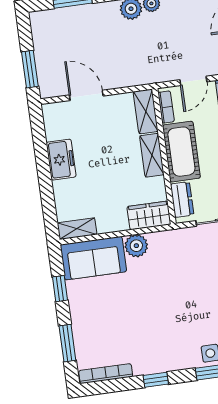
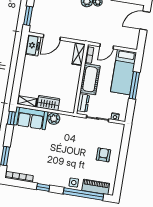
door: (86, 95) -> (52, 37), swing flipped
shelving: (152, 155) -> (75, 77), removed
freezer: (61, 160) -> (33, 45), moved
wardrobe: (149, 215) -> (48, 103), moved
window: (60, 289) -> (11, 118), moved

